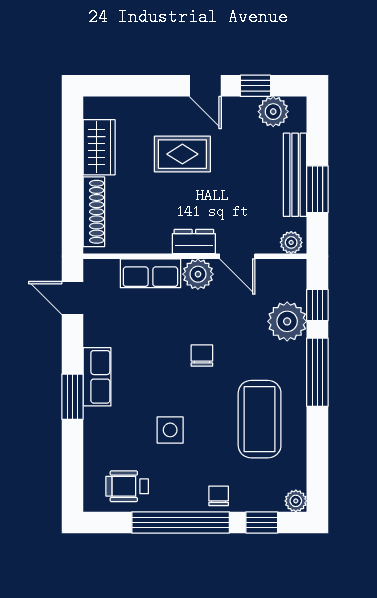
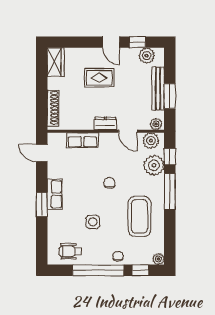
wardrobe: (99, 147) -> (56, 62), moved
plant: (198, 274) -> (151, 141), moved

